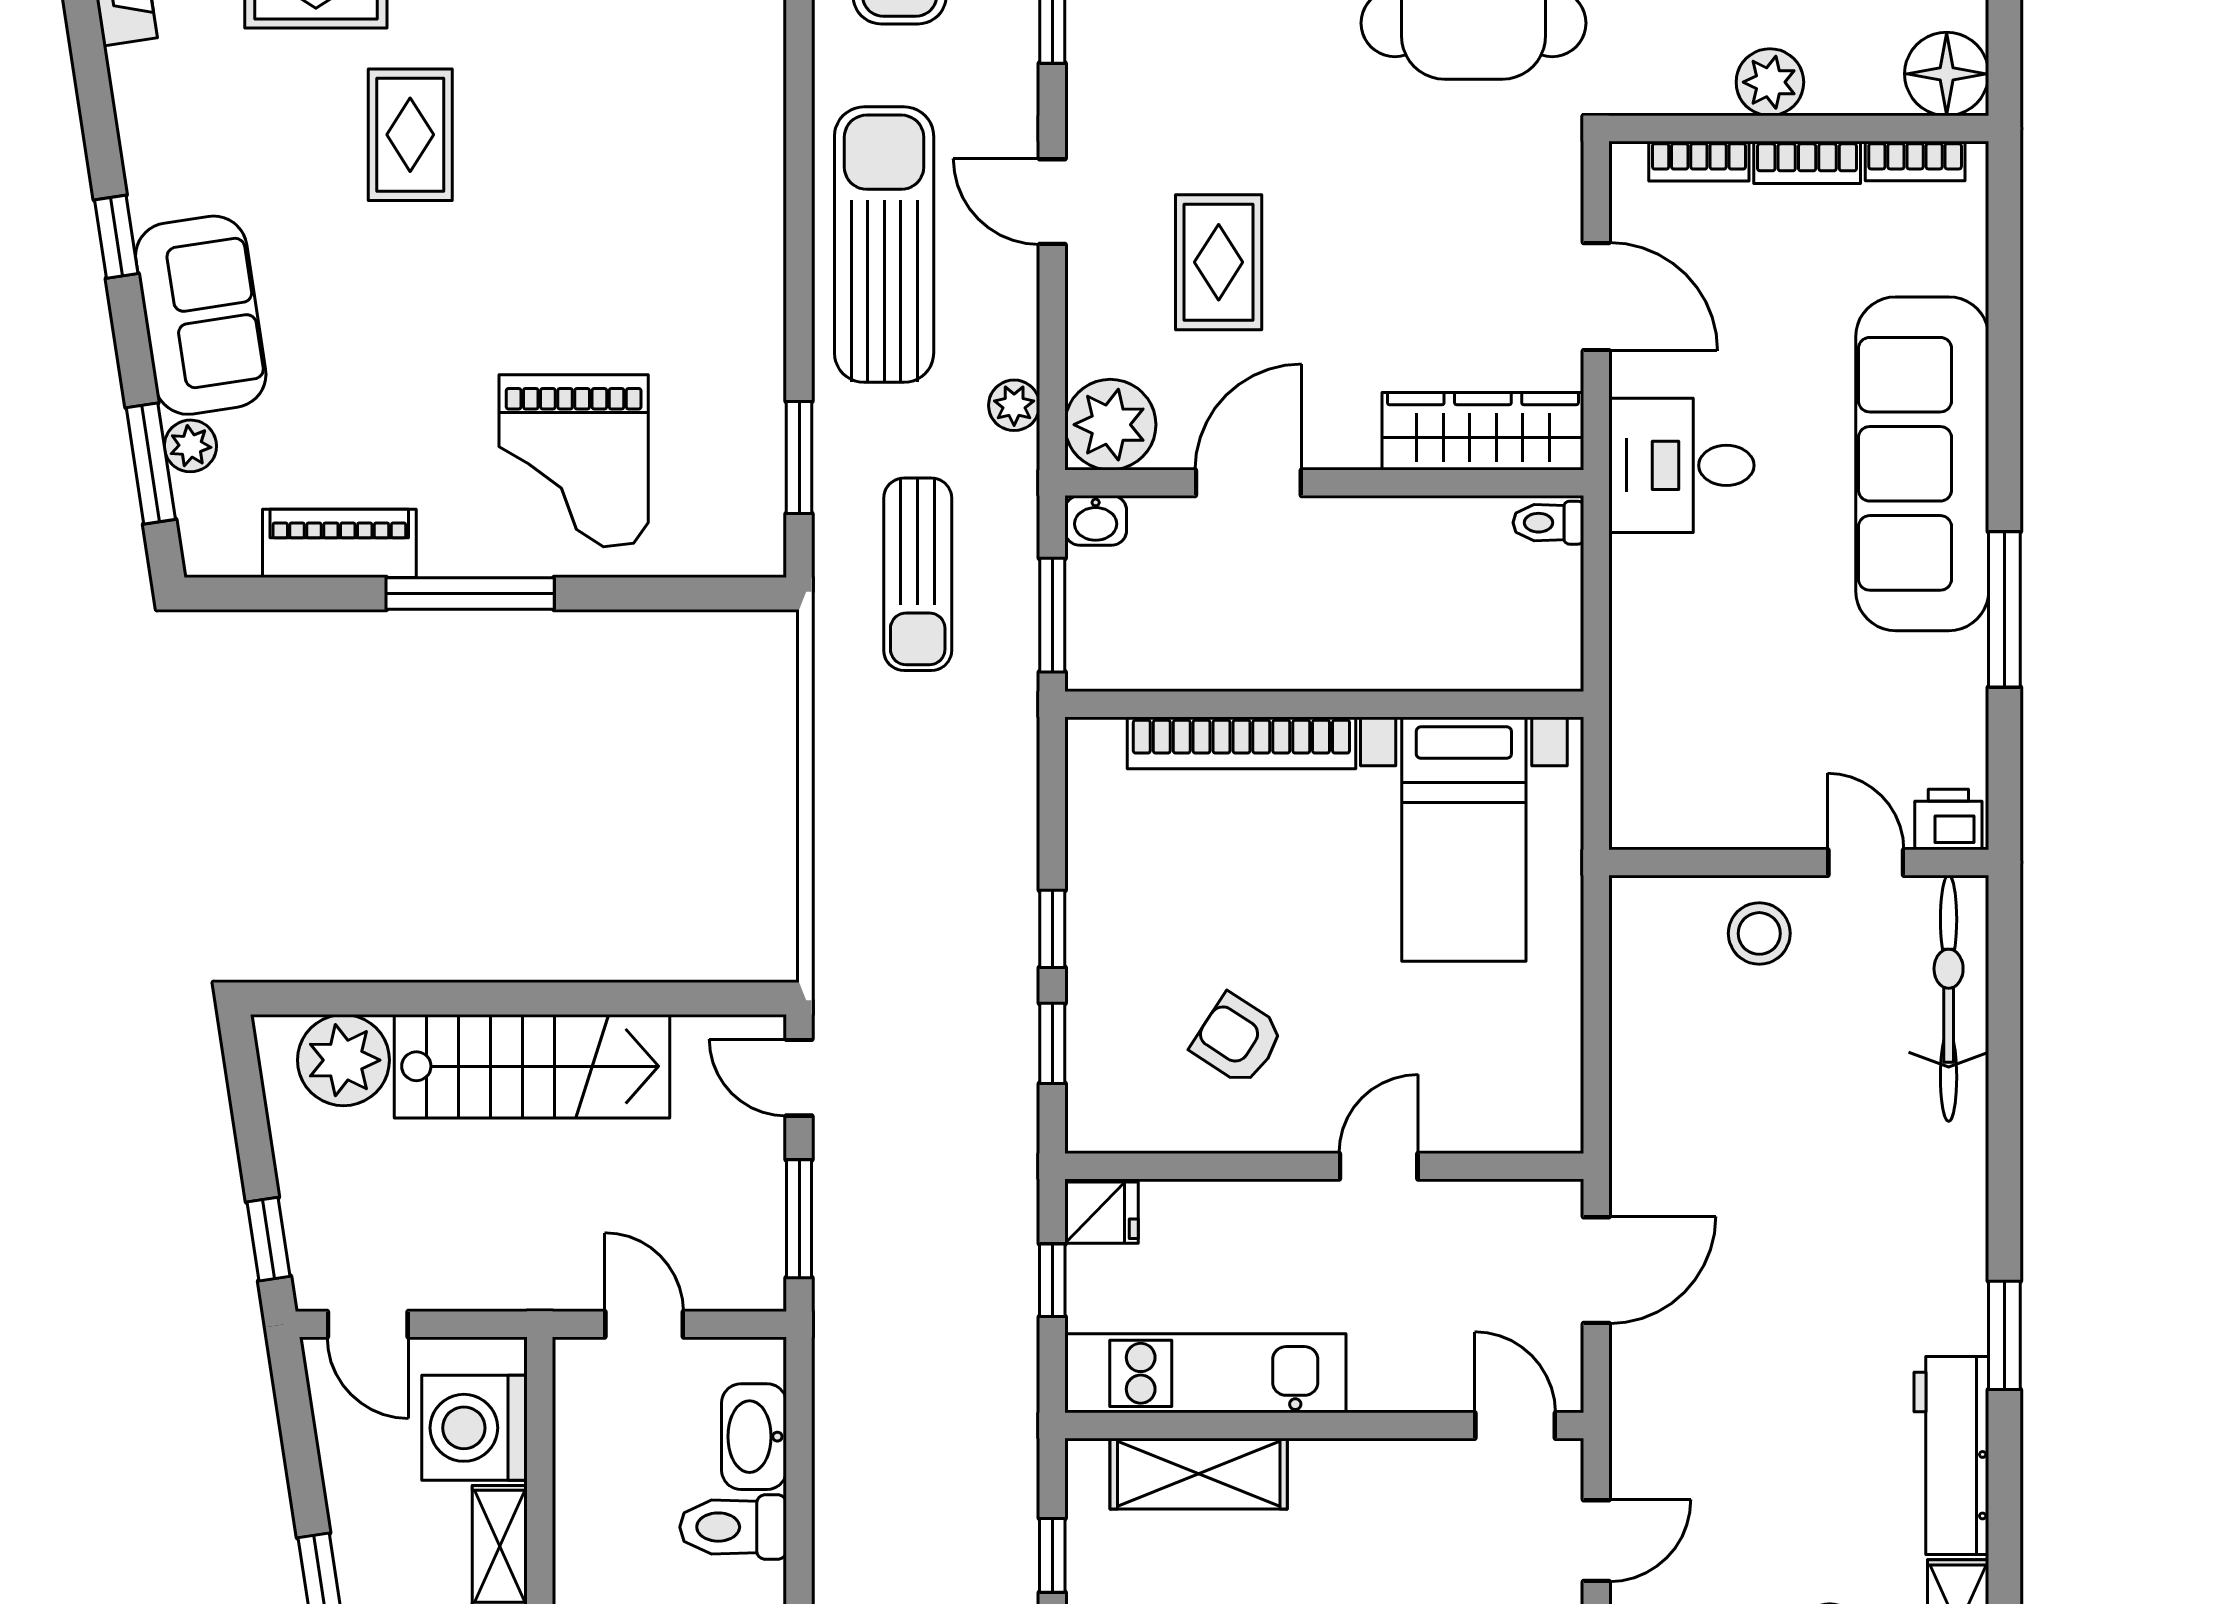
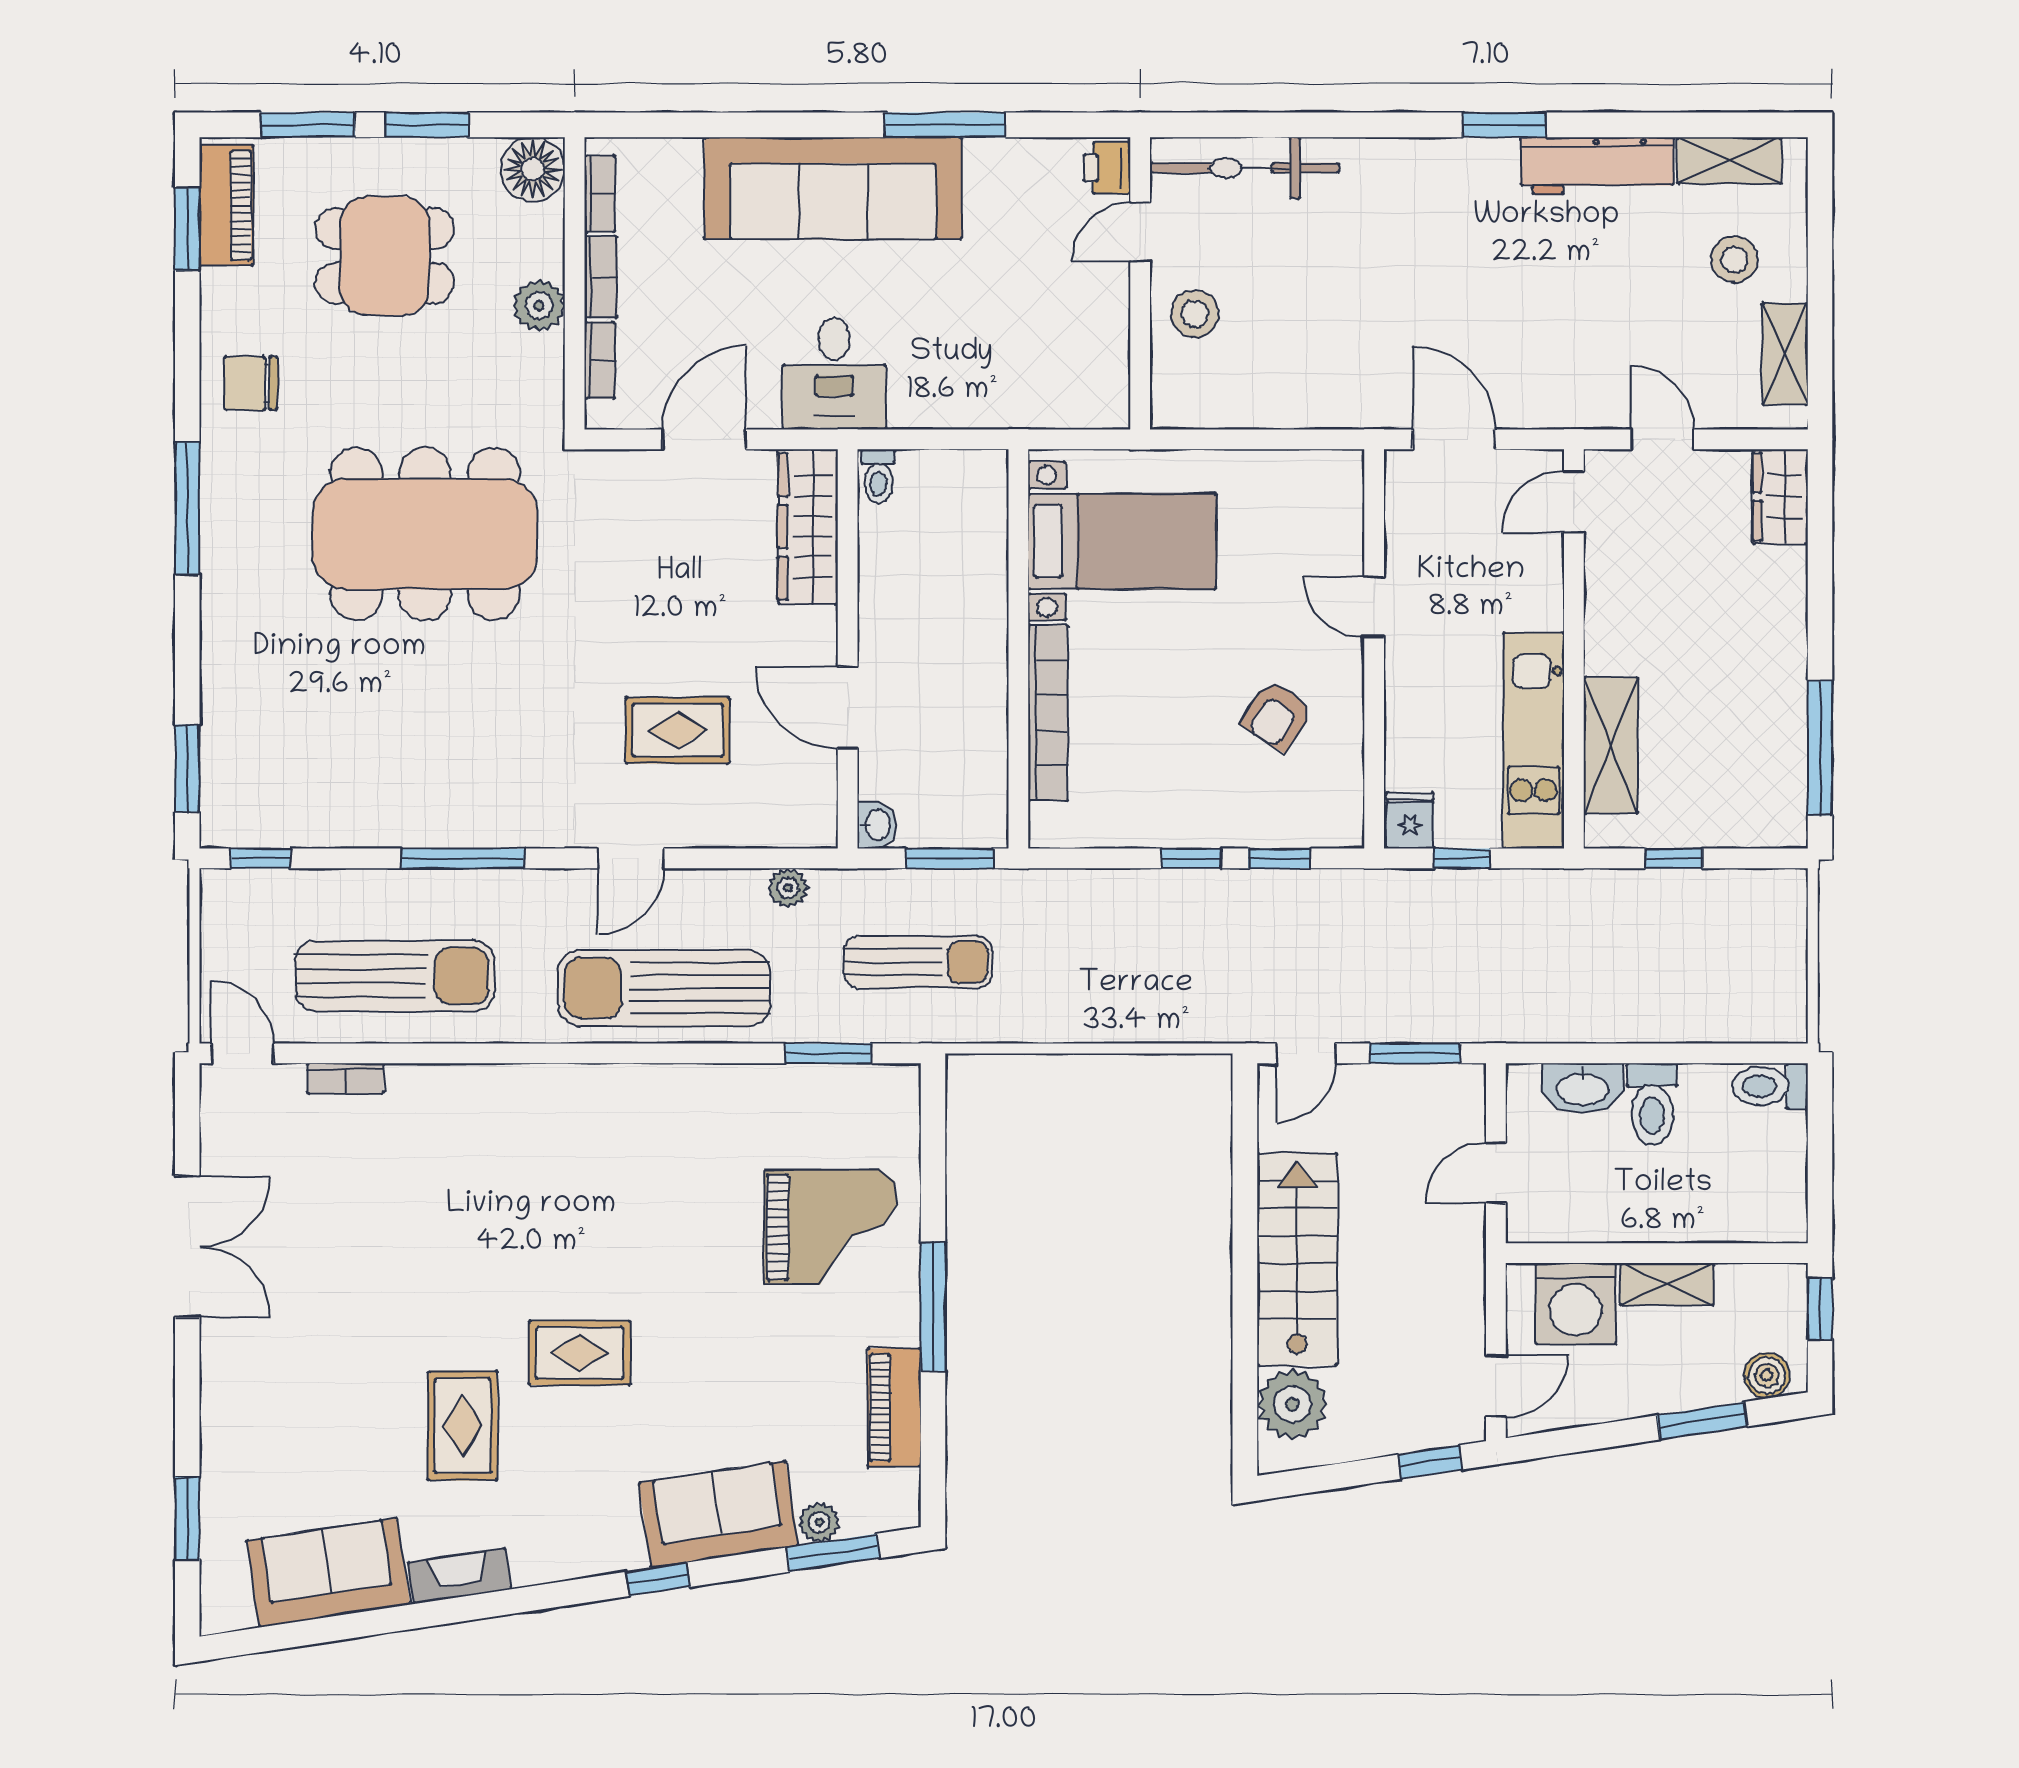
plant: (1110, 425) -> (803, 814), removed

